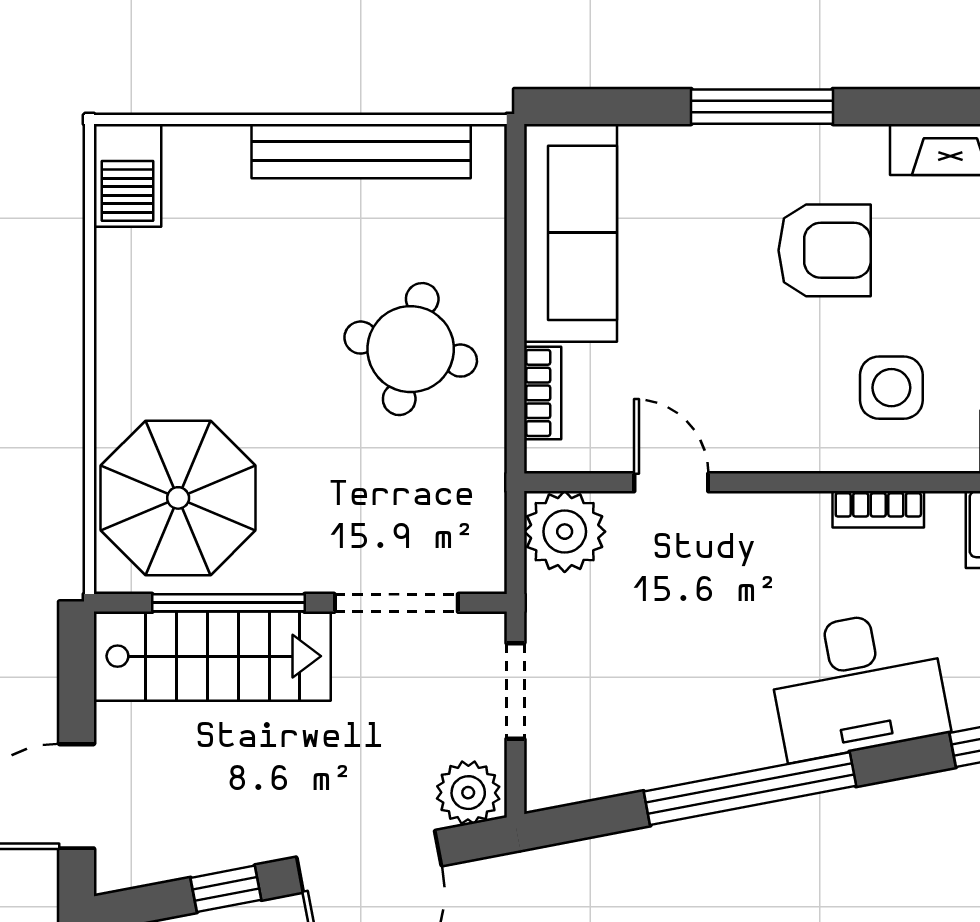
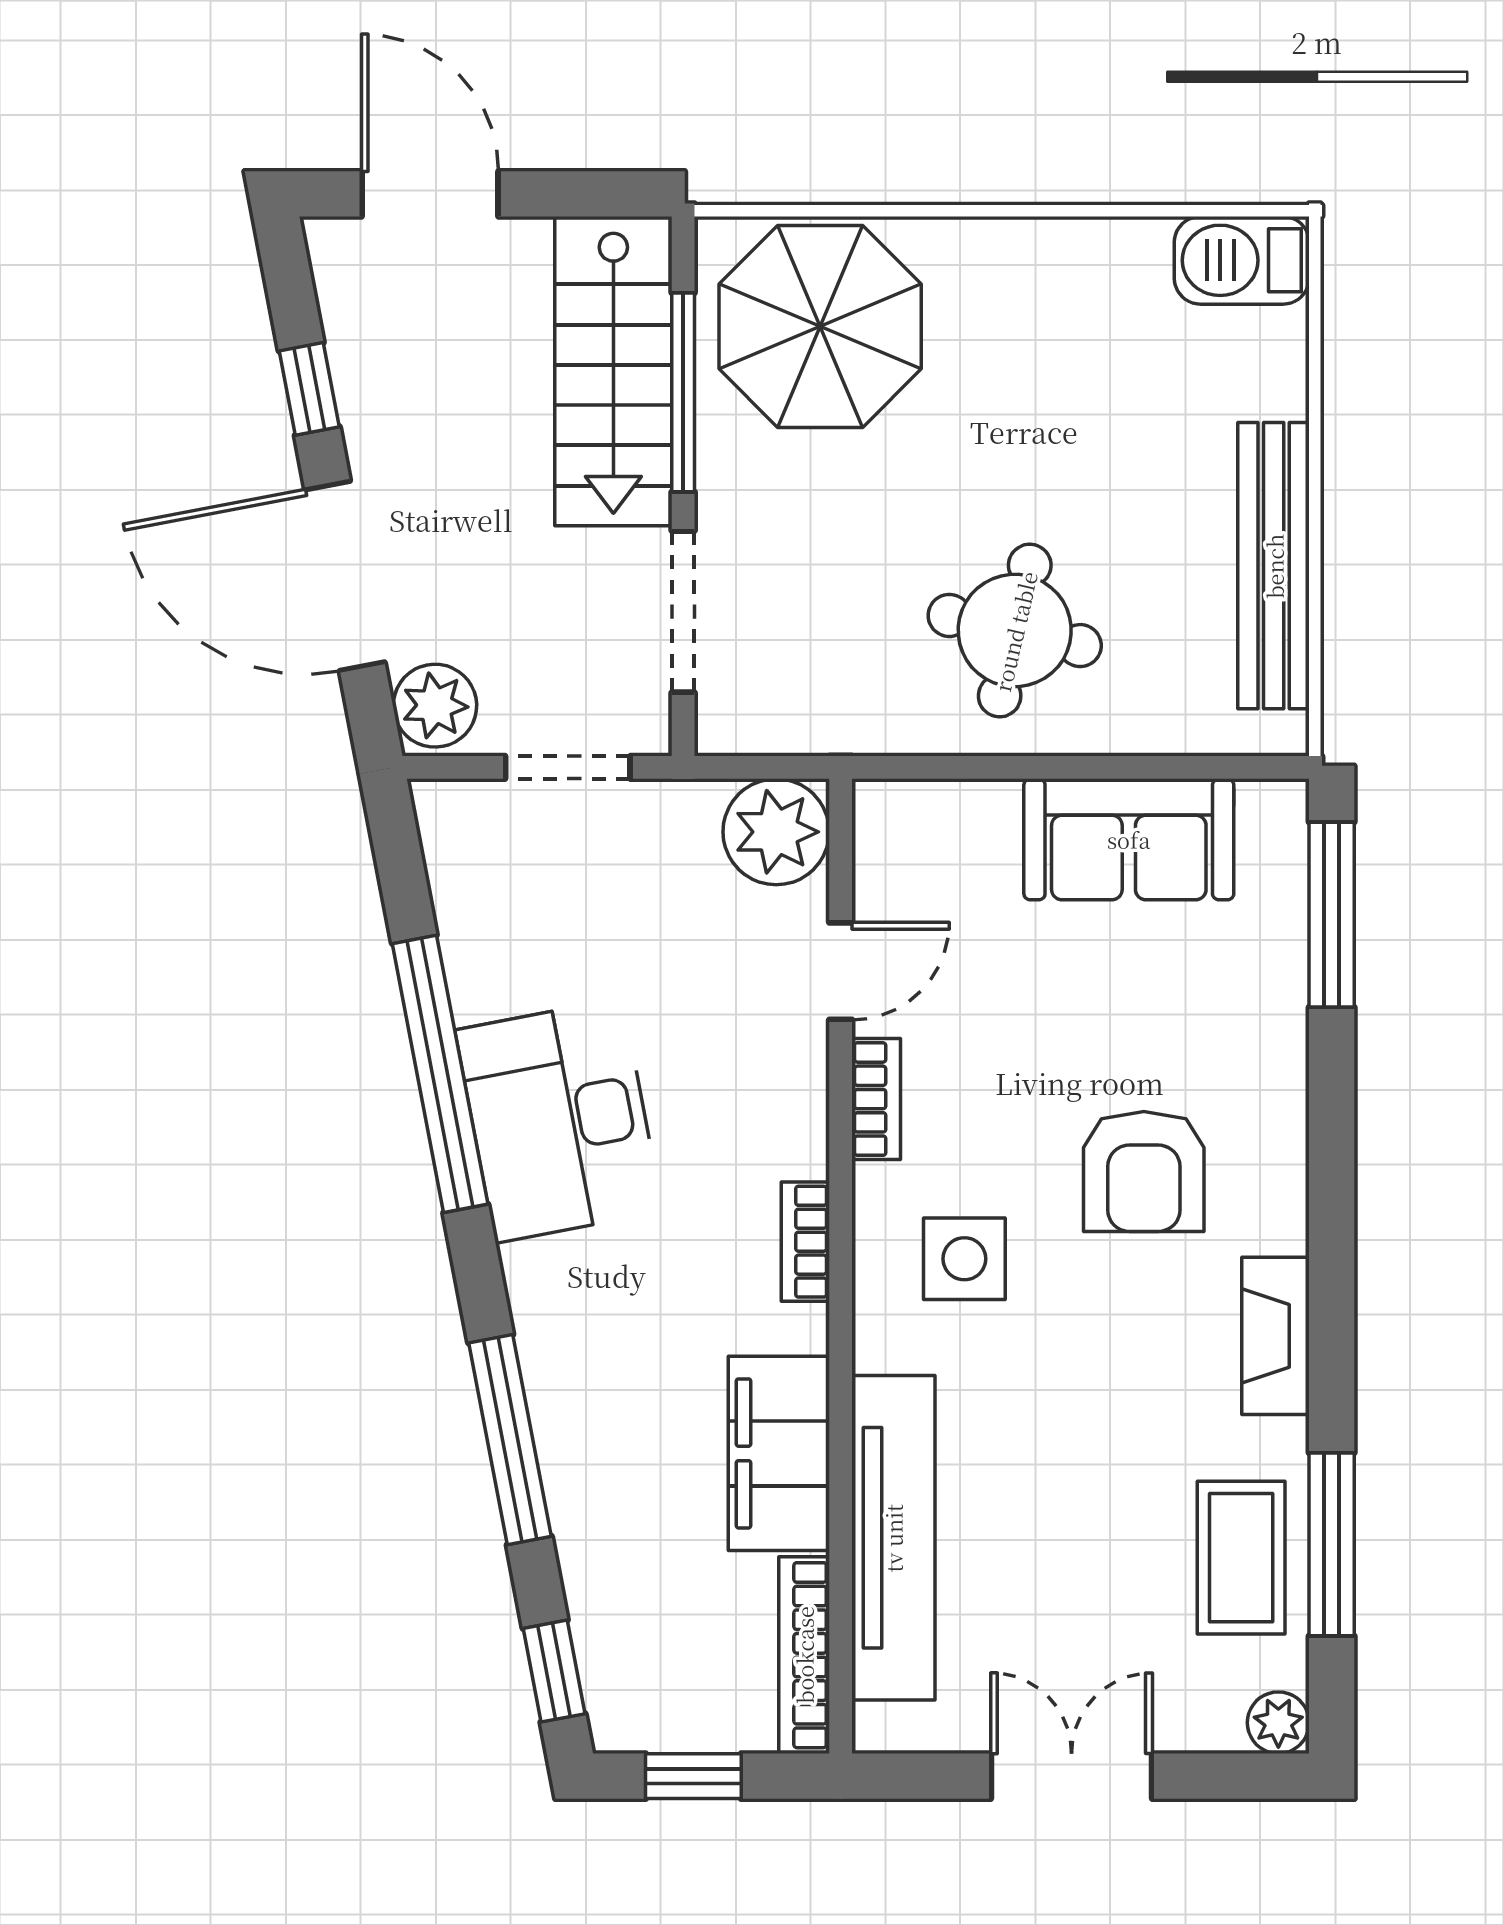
window: (762, 107) -> (1332, 915), moved
sofa: (570, 233) -> (1129, 839), width x0.73
bookcase: (543, 393) -> (876, 1099), moved, turned -90
desk: (858, 684) -> (559, 1121), moved

